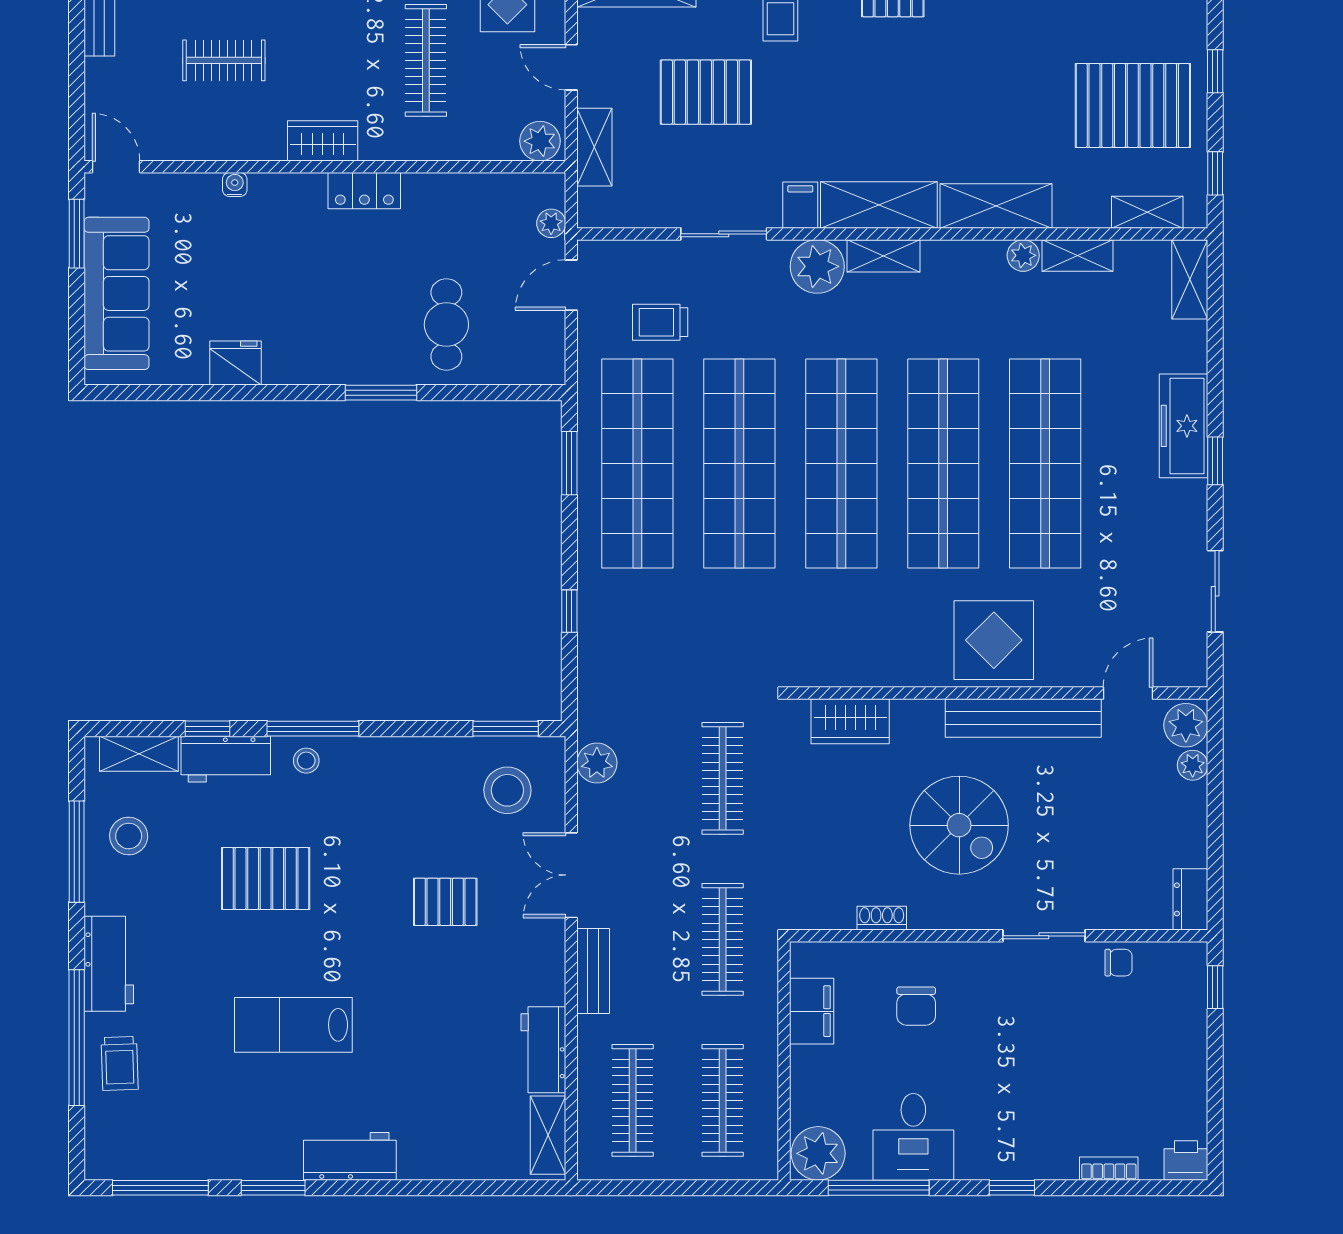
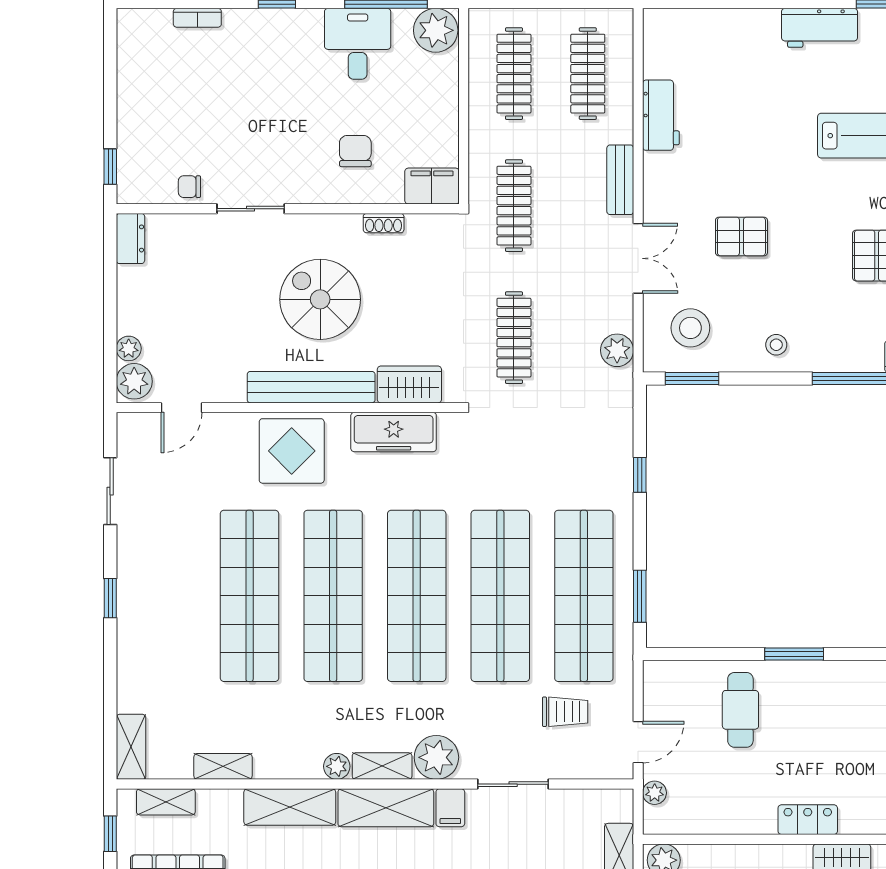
plant: (1023, 255) -> (337, 766), moved
freezer: (1184, 426) -> (394, 432), moved, turned 90
bench: (1023, 718) -> (311, 387), moved
stool: (306, 761) -> (776, 345), moved
filing cabinet: (812, 1011) -> (432, 186), moved, turned 90
shelving: (548, 1135) -> (657, 45), removed
printer: (1186, 1160) -> (134, 24), removed

